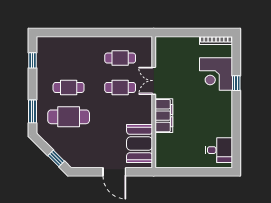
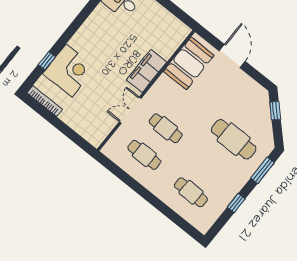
window: (32, 60) -> (236, 203), moved
double door: (154, 81) -> (130, 110), swing flipped
window: (236, 83) -> (47, 61), moved
cafe table: (69, 87) -> (191, 192), moved

